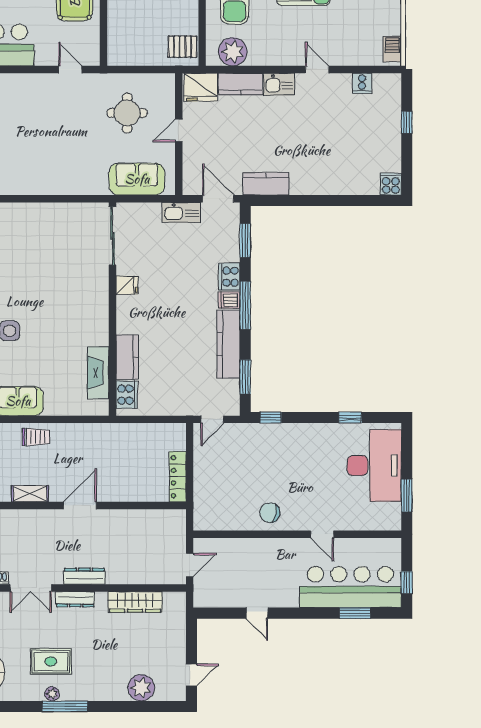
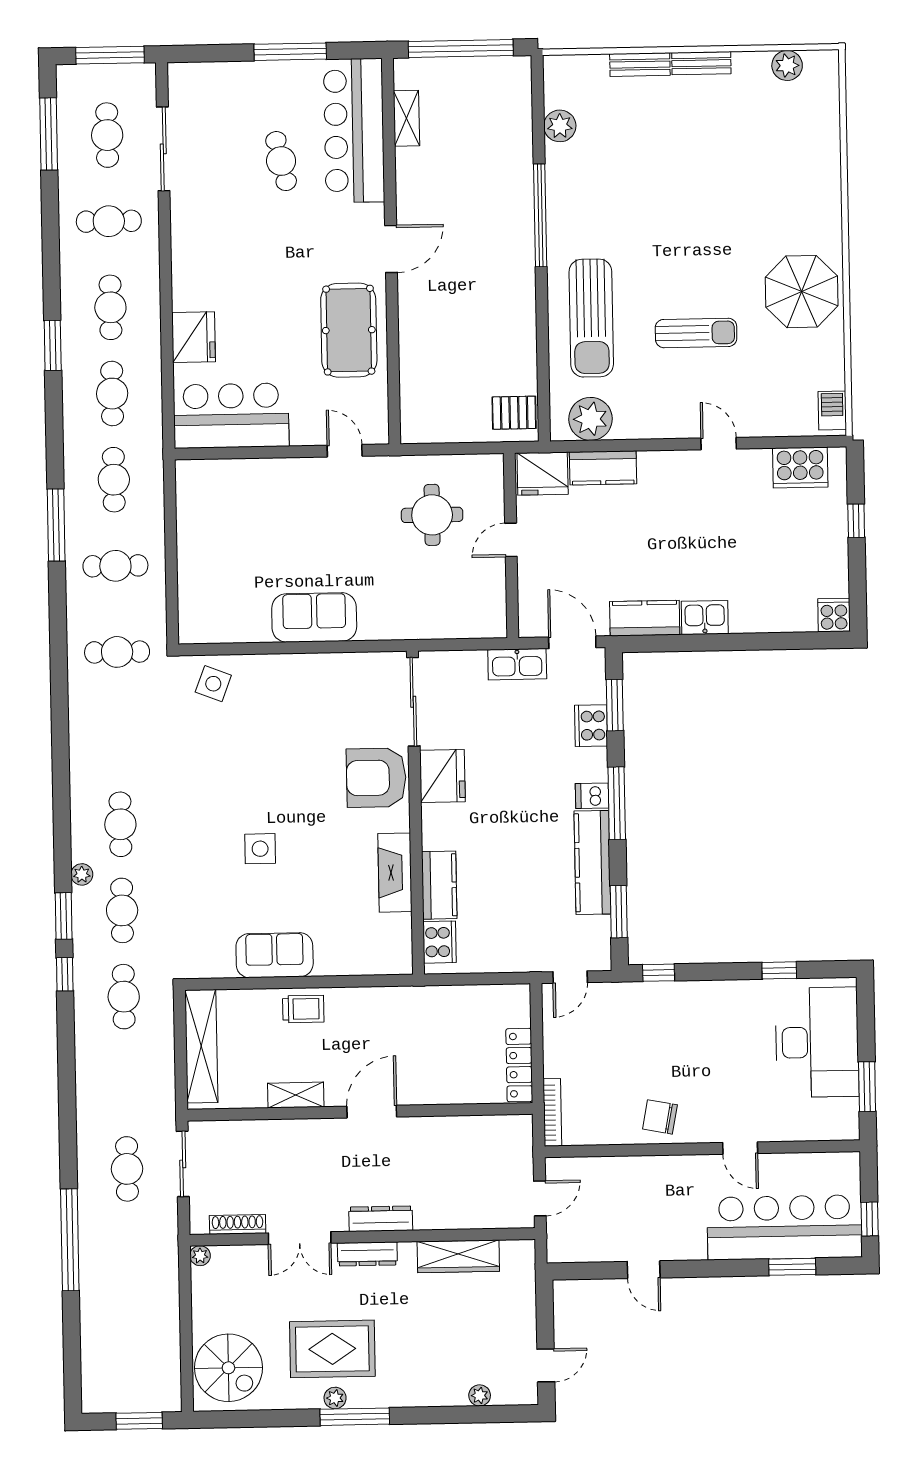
cooker: (362, 83) -> (800, 468), width x1.87, depth x1.31
kitchen sink: (279, 84) -> (705, 618), moved, turned 180
sofa: (137, 179) -> (314, 617), moved
cooker: (229, 277) -> (591, 726), moved
fridge: (127, 285) -> (442, 776), width x1.88, depth x1.34
armchair: (87, 286) -> (376, 778), added
fireplace: (98, 373) -> (395, 873), moved
bookcase: (199, 508) -> (552, 1112), added
rug: (51, 661) -> (332, 1349), width x1.36, depth x1.43
plant: (141, 688) -> (480, 1395), width x0.53, depth x0.53

